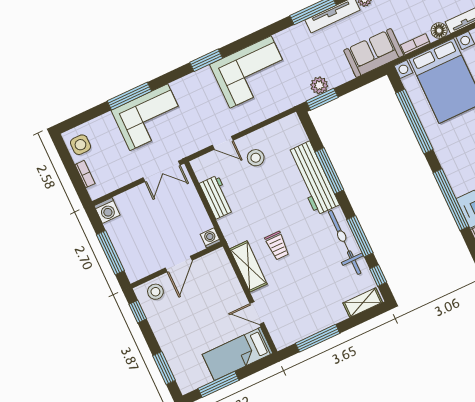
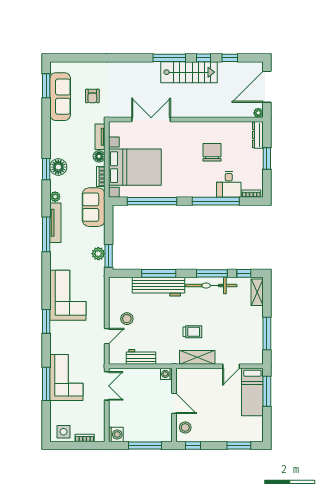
window: (218, 384) -> (267, 391), moved

